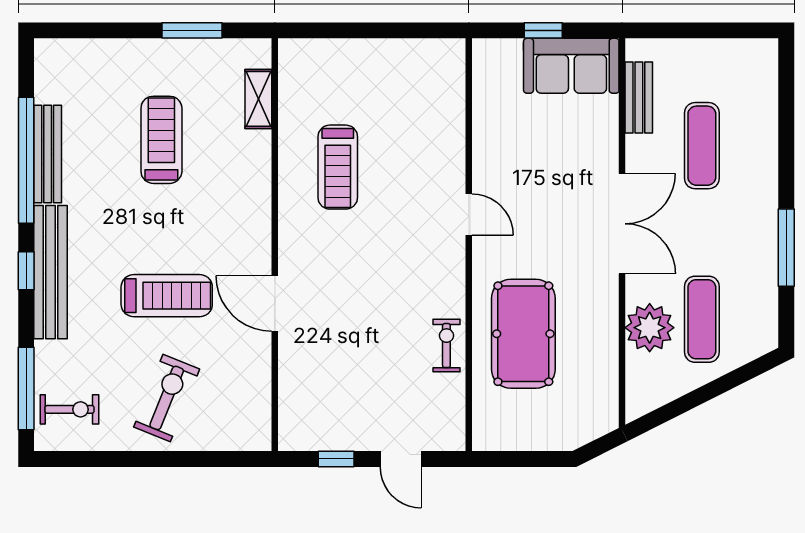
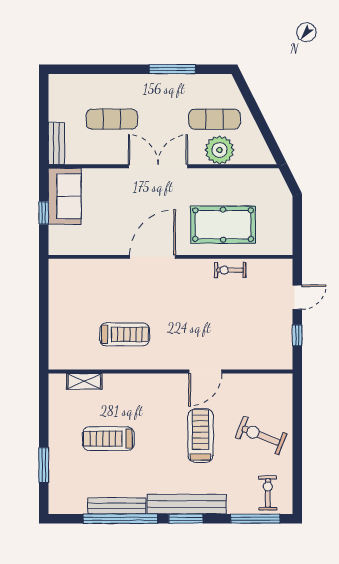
window: (192, 30) -> (44, 465), moved
bench: (639, 98) -> (56, 143), moved, turned 90
door: (469, 215) -> (153, 257), width x1.88
window: (26, 271) -> (186, 519), width x1.50

